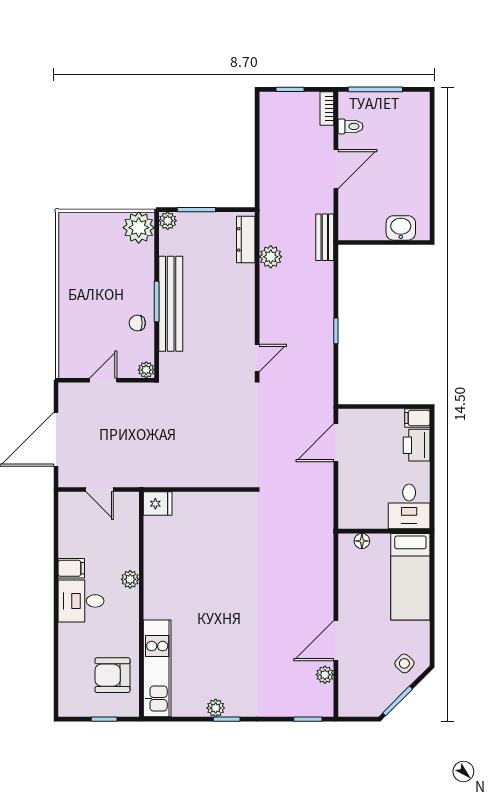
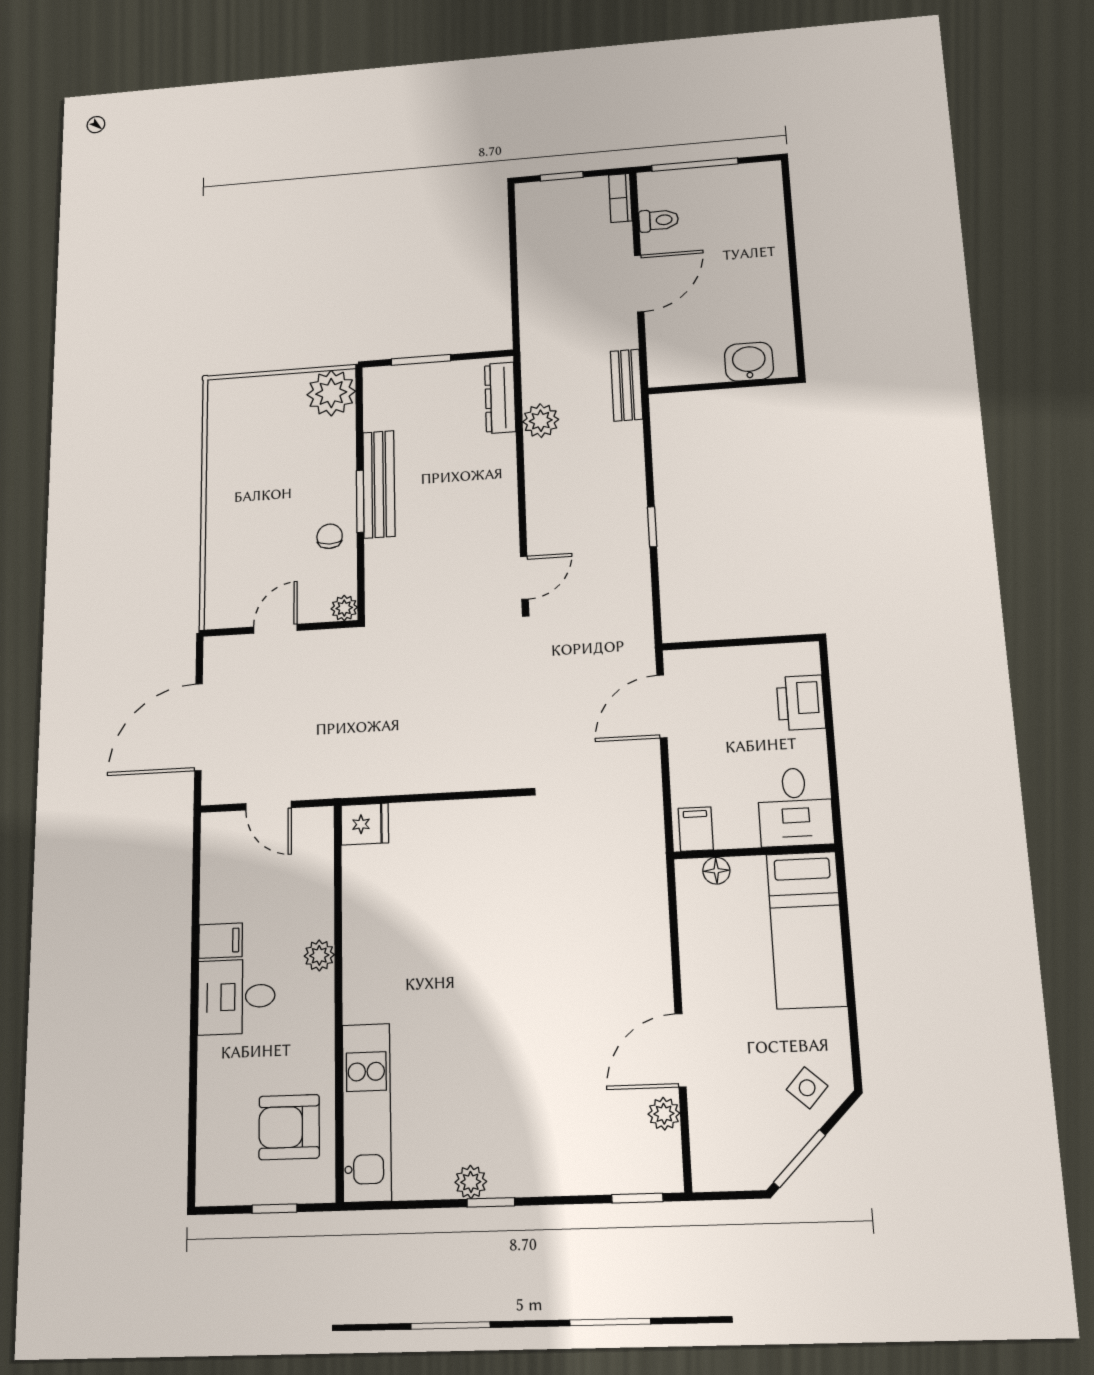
plant: (168, 221) -> (376, 380), removed
bench: (171, 304) -> (379, 484), width x0.73, depth x0.82
chair: (137, 323) -> (330, 536), turned 90
filing cabinet: (417, 418) -> (696, 829), moved, turned 90

